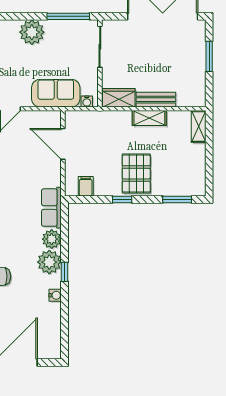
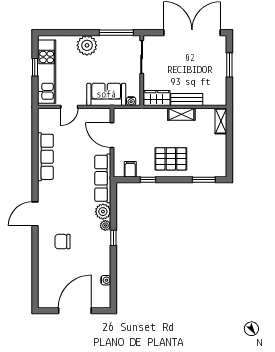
pallet: (136, 174) -> (171, 159), turned 90
window: (122, 200) -> (148, 180), moved
row of seats: (51, 208) -> (103, 178), width x1.48
plant: (49, 262) -> (105, 225), width x0.53, depth x0.53
water cooler: (55, 295) -> (106, 280), moved

